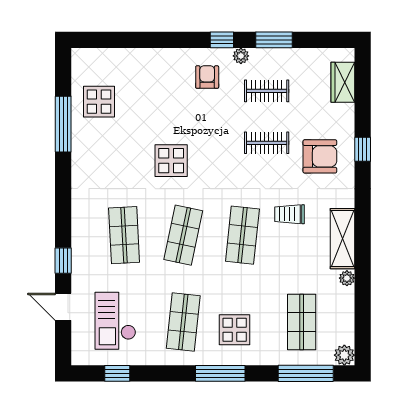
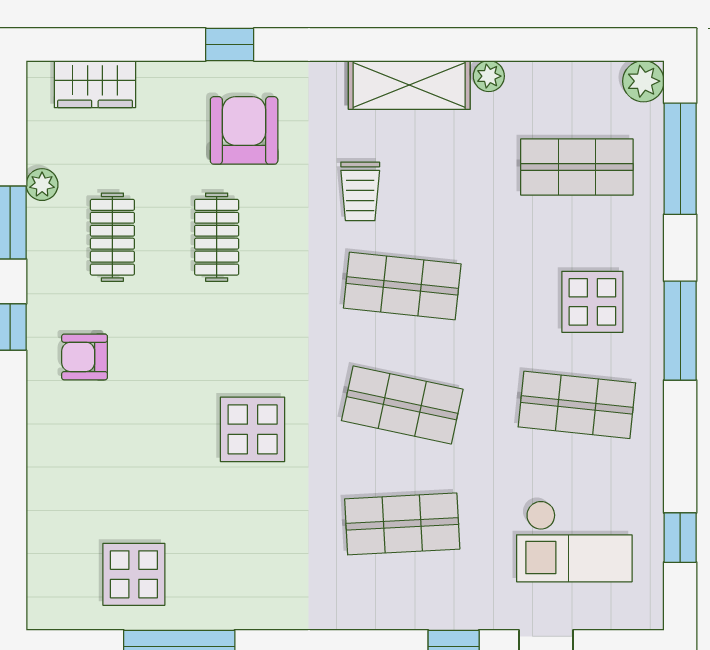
plant: (241, 56) -> (42, 185), moved

